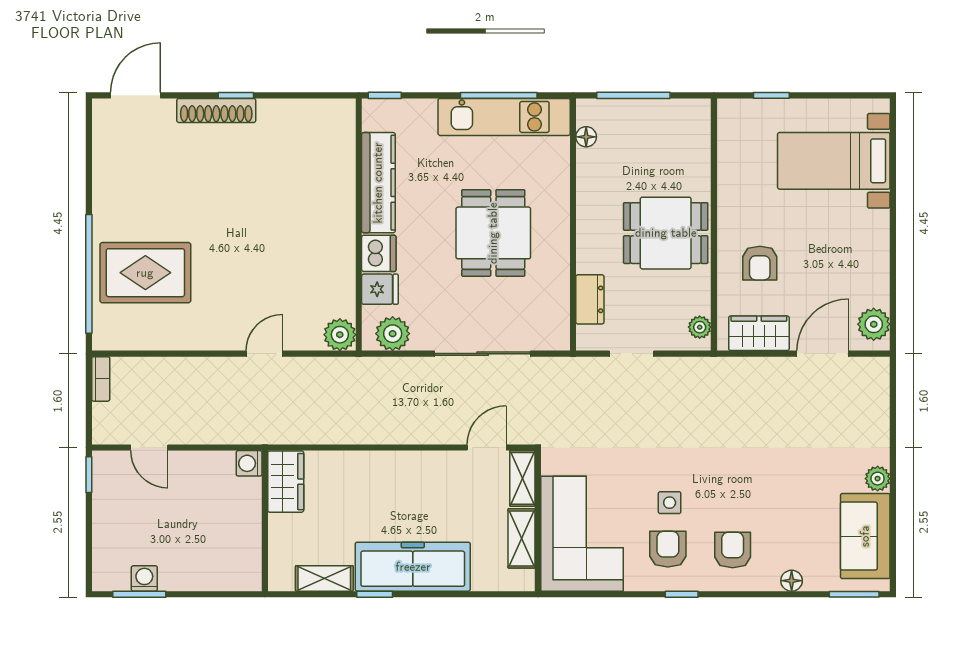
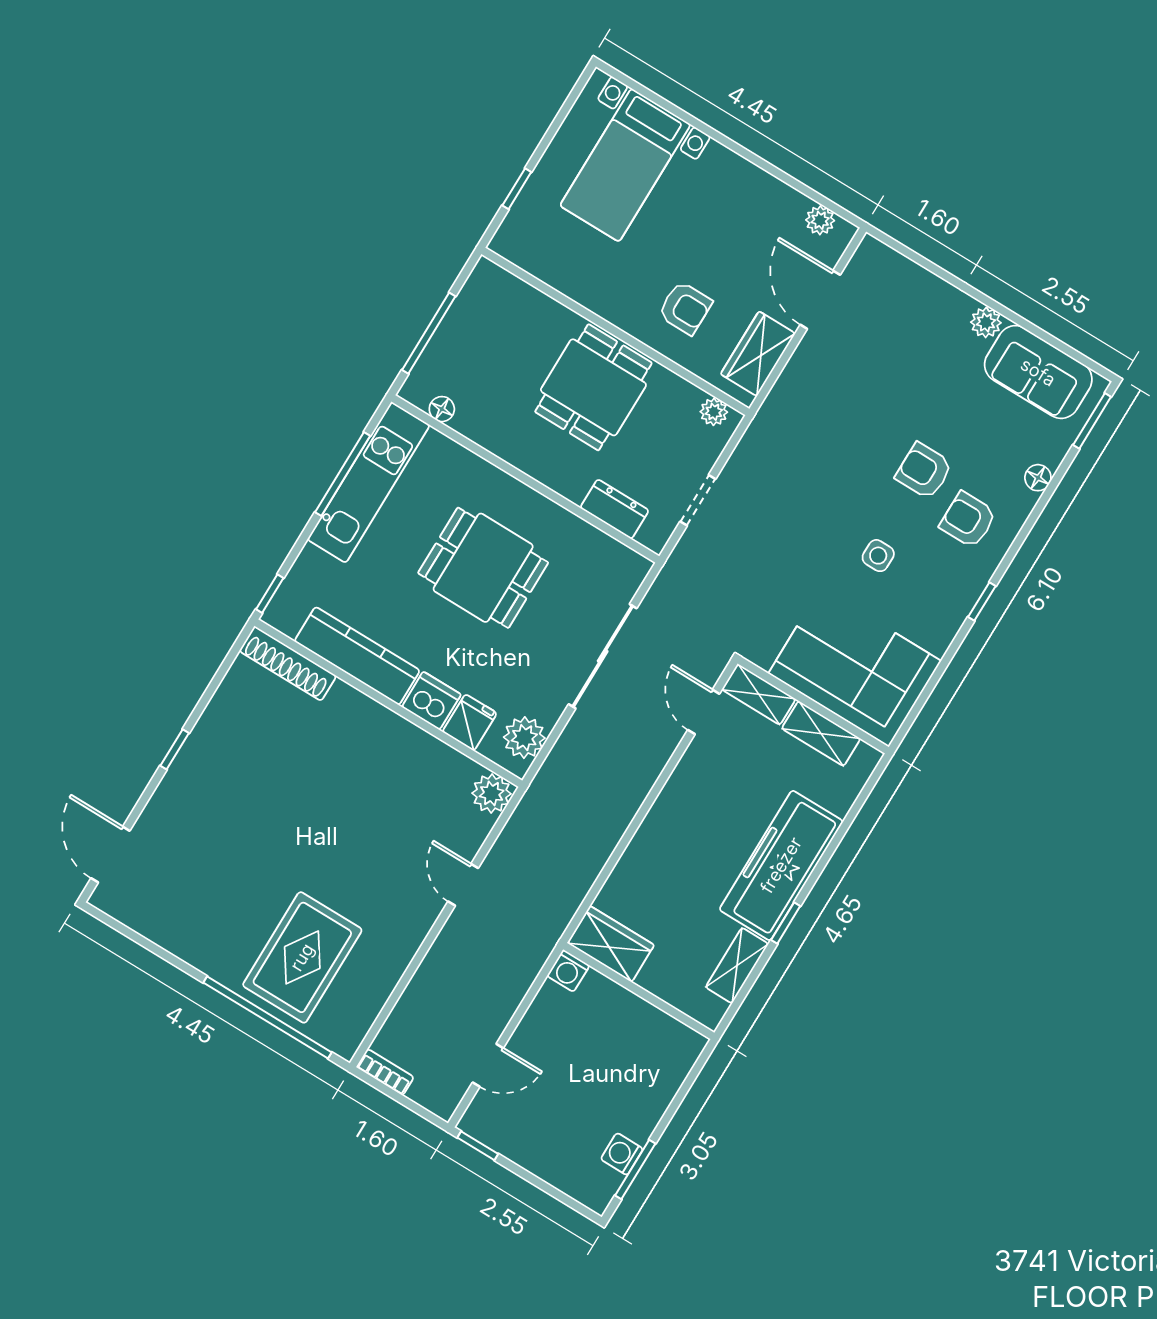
shoe rack: (216, 110) -> (288, 663), moved, turned 90
plant: (874, 324) -> (820, 220), width x0.73, depth x0.73
armchair: (668, 549) -> (924, 471), moved

